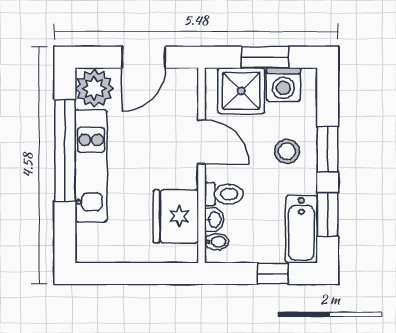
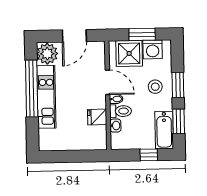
fridge: (176, 216) -> (97, 117), width x0.53, depth x0.75
bidet: (217, 242) -> (116, 99), moved

